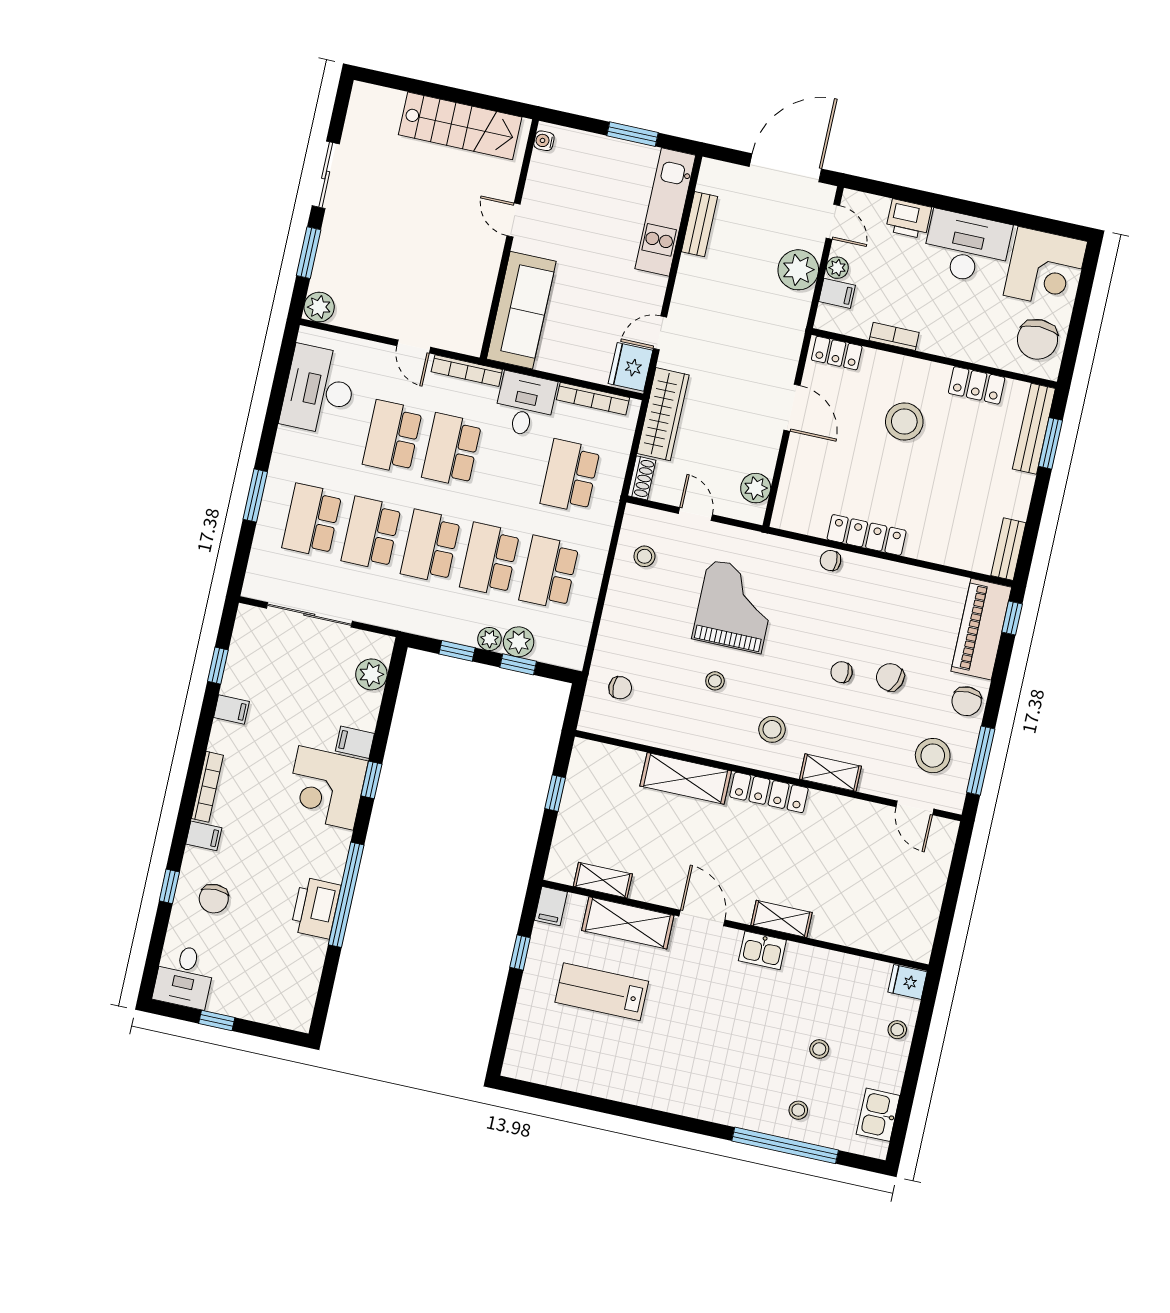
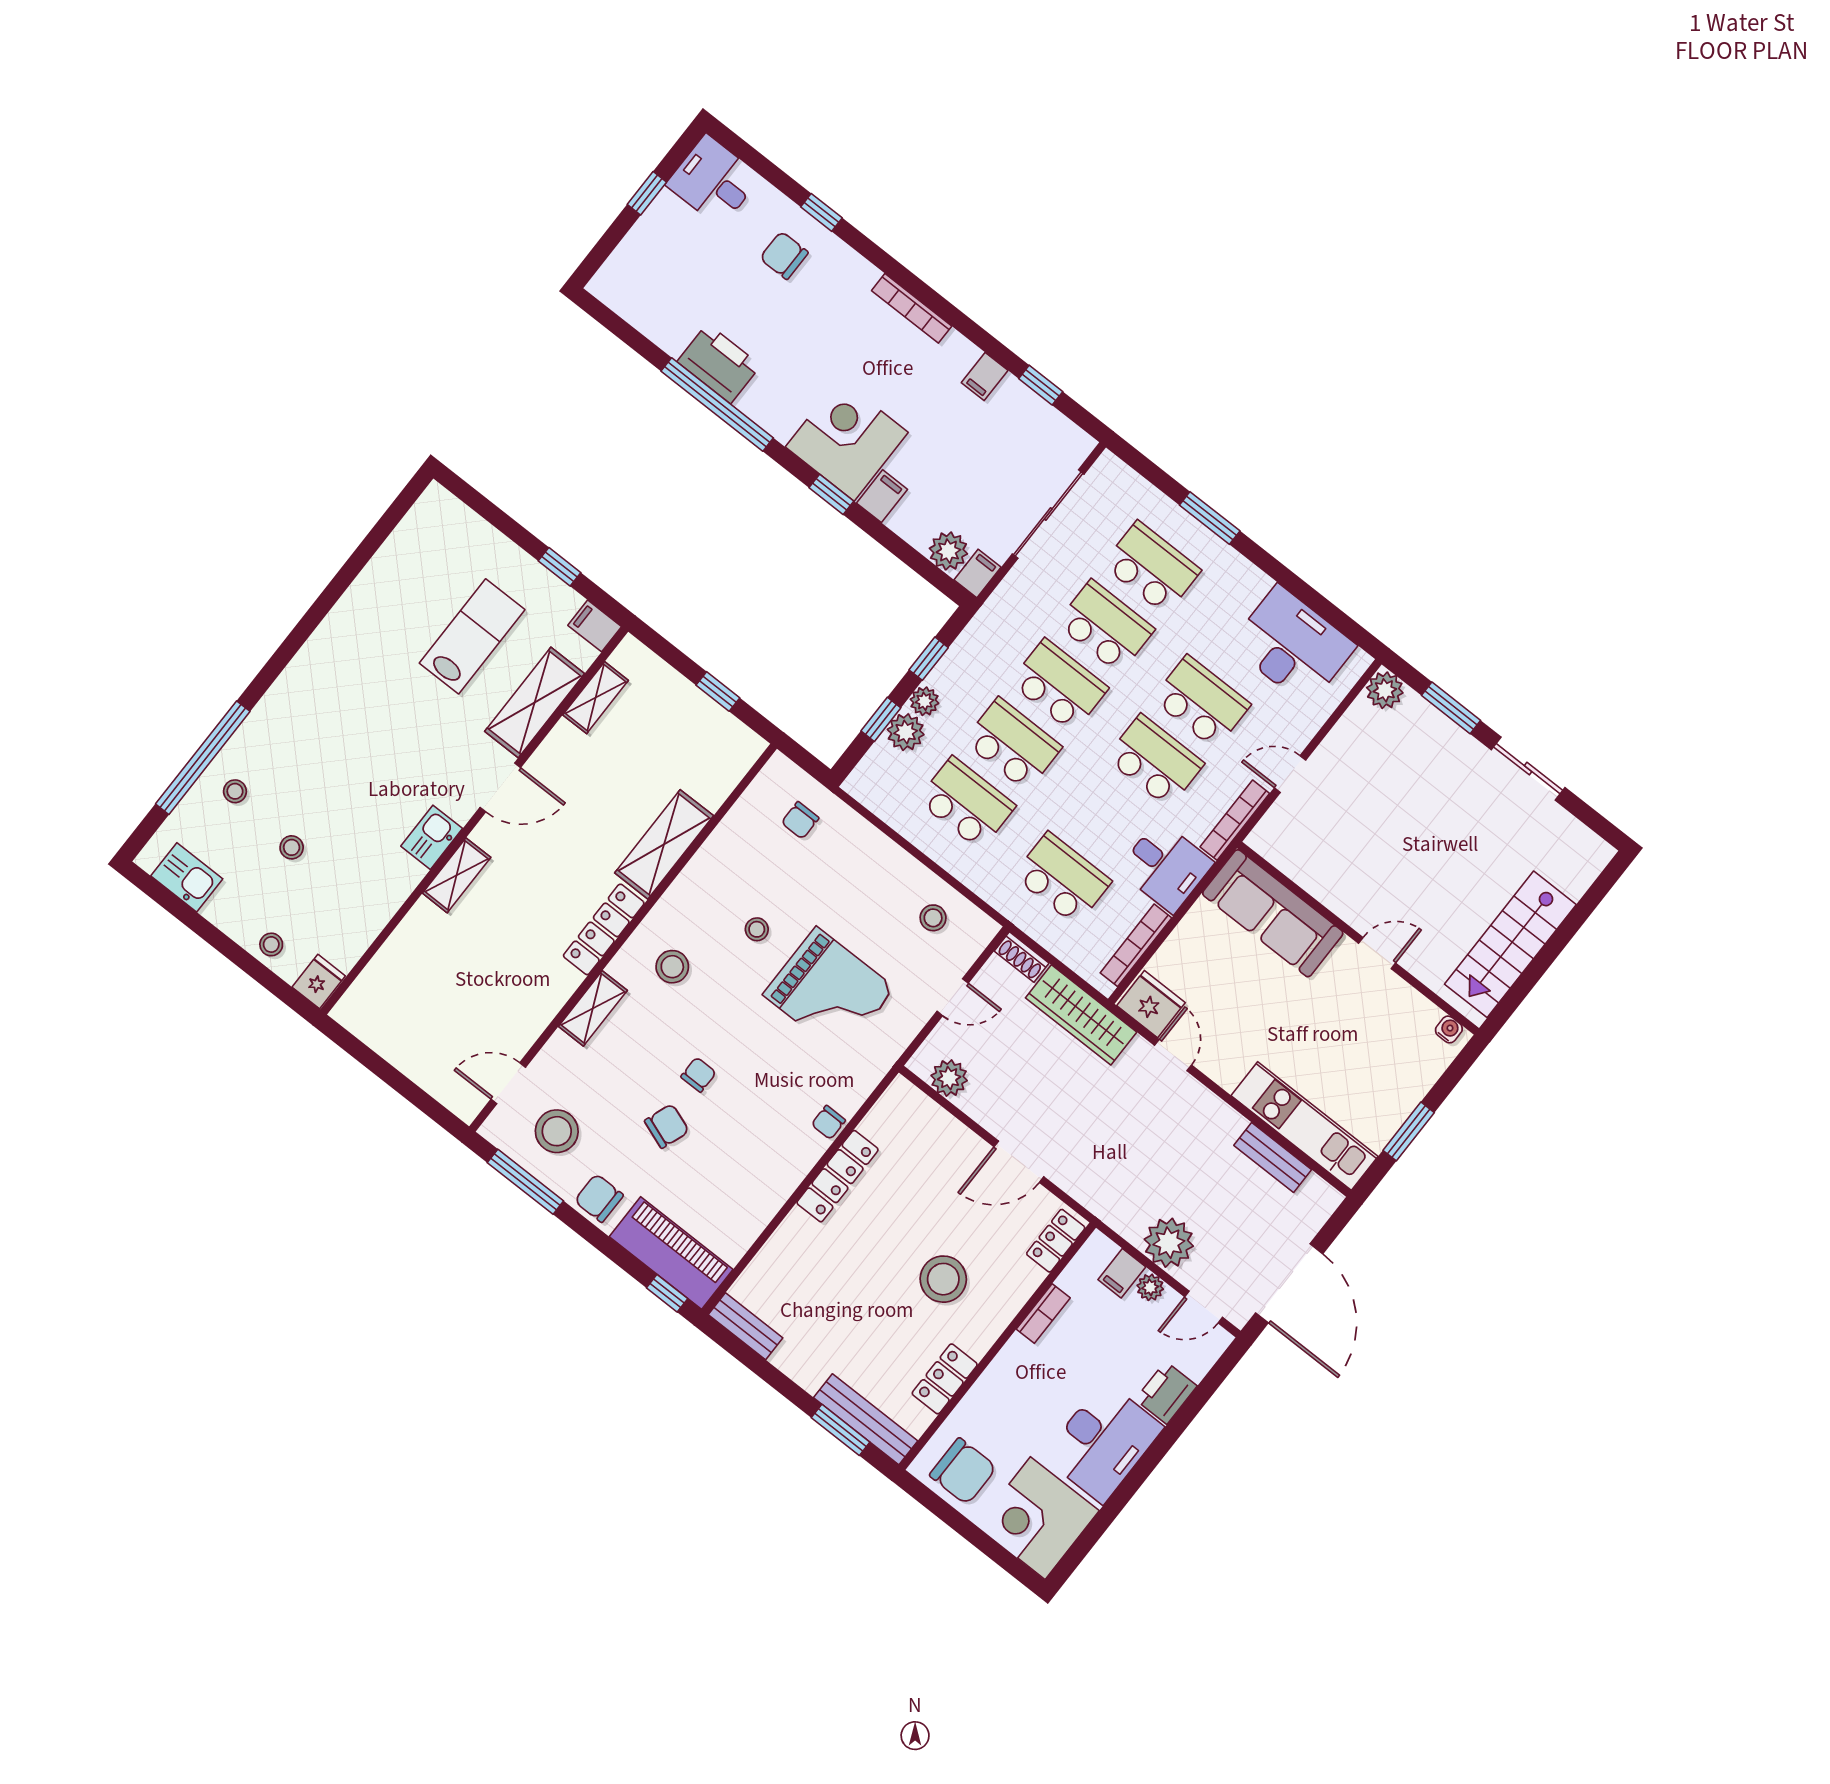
chair: (1037, 339) -> (963, 1471), turned 180
chair: (831, 561) -> (828, 1122), turned 180
filing cabinet: (204, 836) -> (977, 574), moved, turned 180

